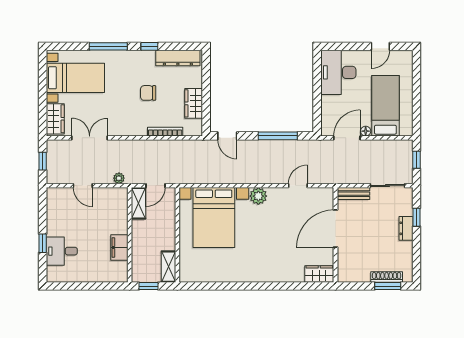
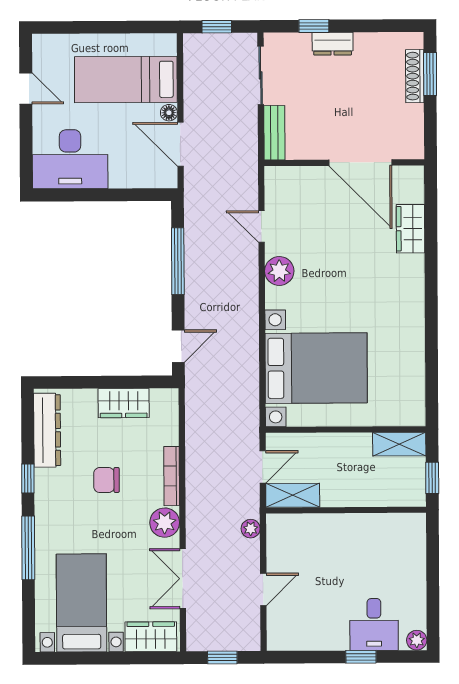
chair: (148, 93) -> (106, 480), turned 90
plant: (123, 127) -> (165, 523), added
bookcase: (165, 132) -> (172, 476), moved
door: (155, 186) -> (263, 467), hinge flipped
plant: (258, 196) -> (279, 271), moved
door: (335, 229) -> (360, 163), moved
filing cabinet: (119, 248) -> (367, 527), removed
wardrobe: (319, 274) -> (410, 229), moved
plant: (52, 276) -> (417, 640), added

